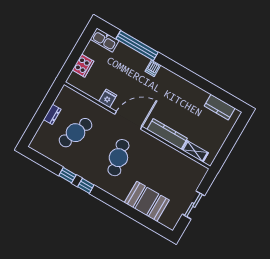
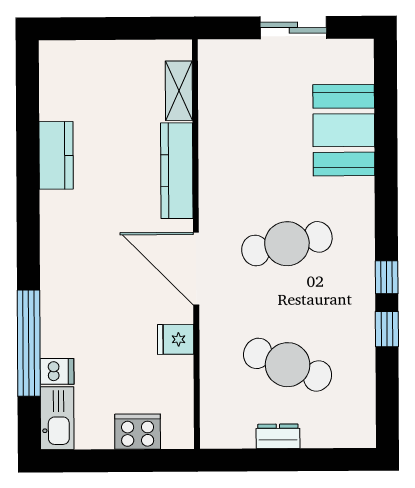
dishwasher: (153, 68) -> (57, 371), moved
kitchen counter: (220, 107) -> (56, 155), moved

